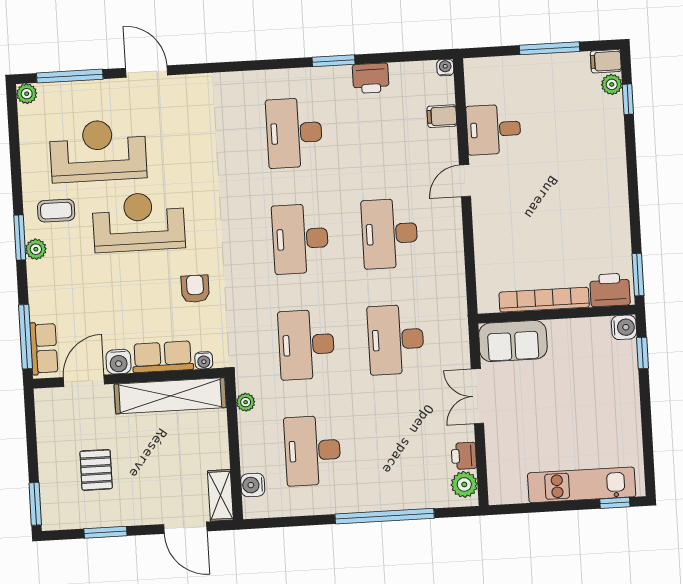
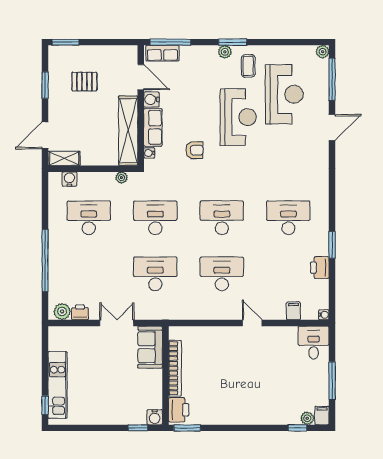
desk: (494, 129) -> (314, 343), moved

